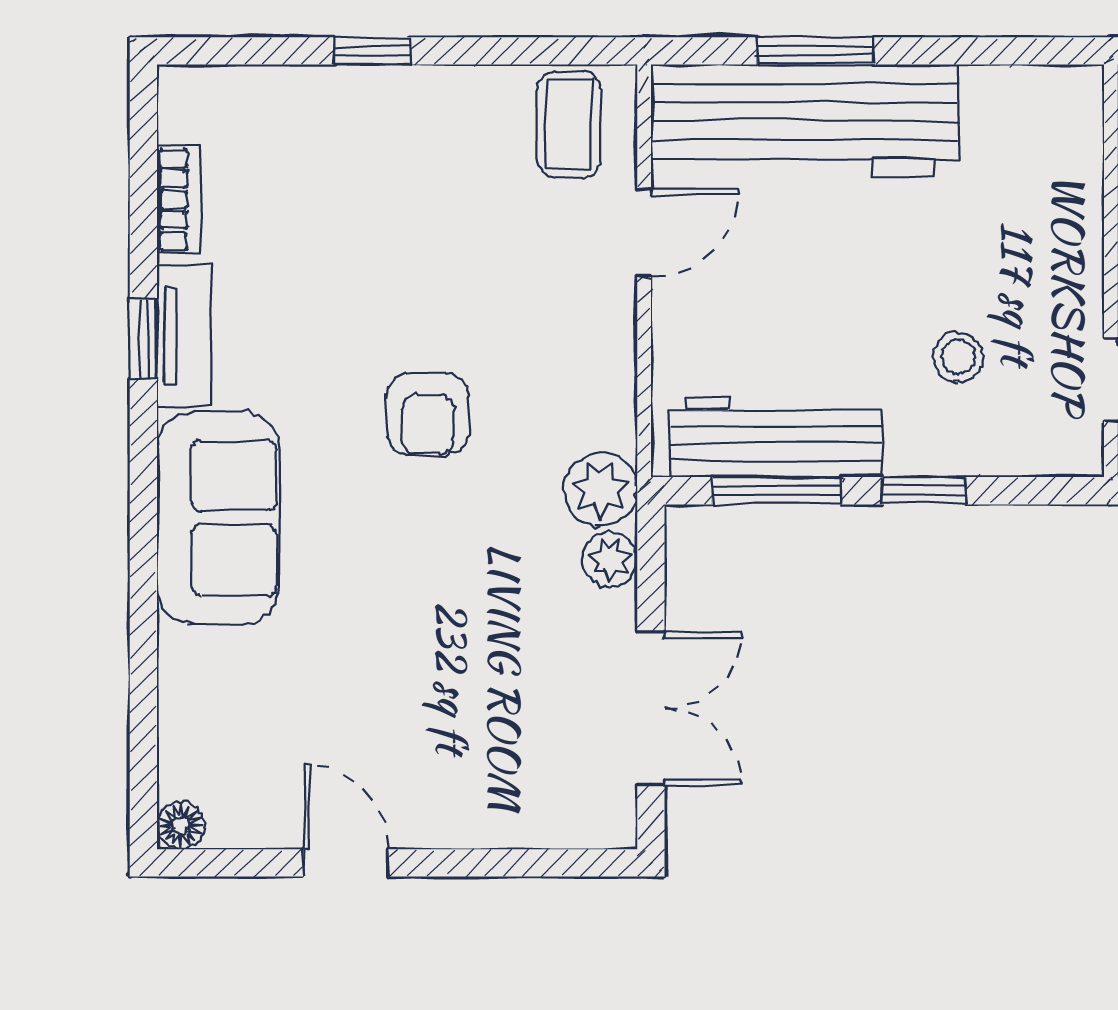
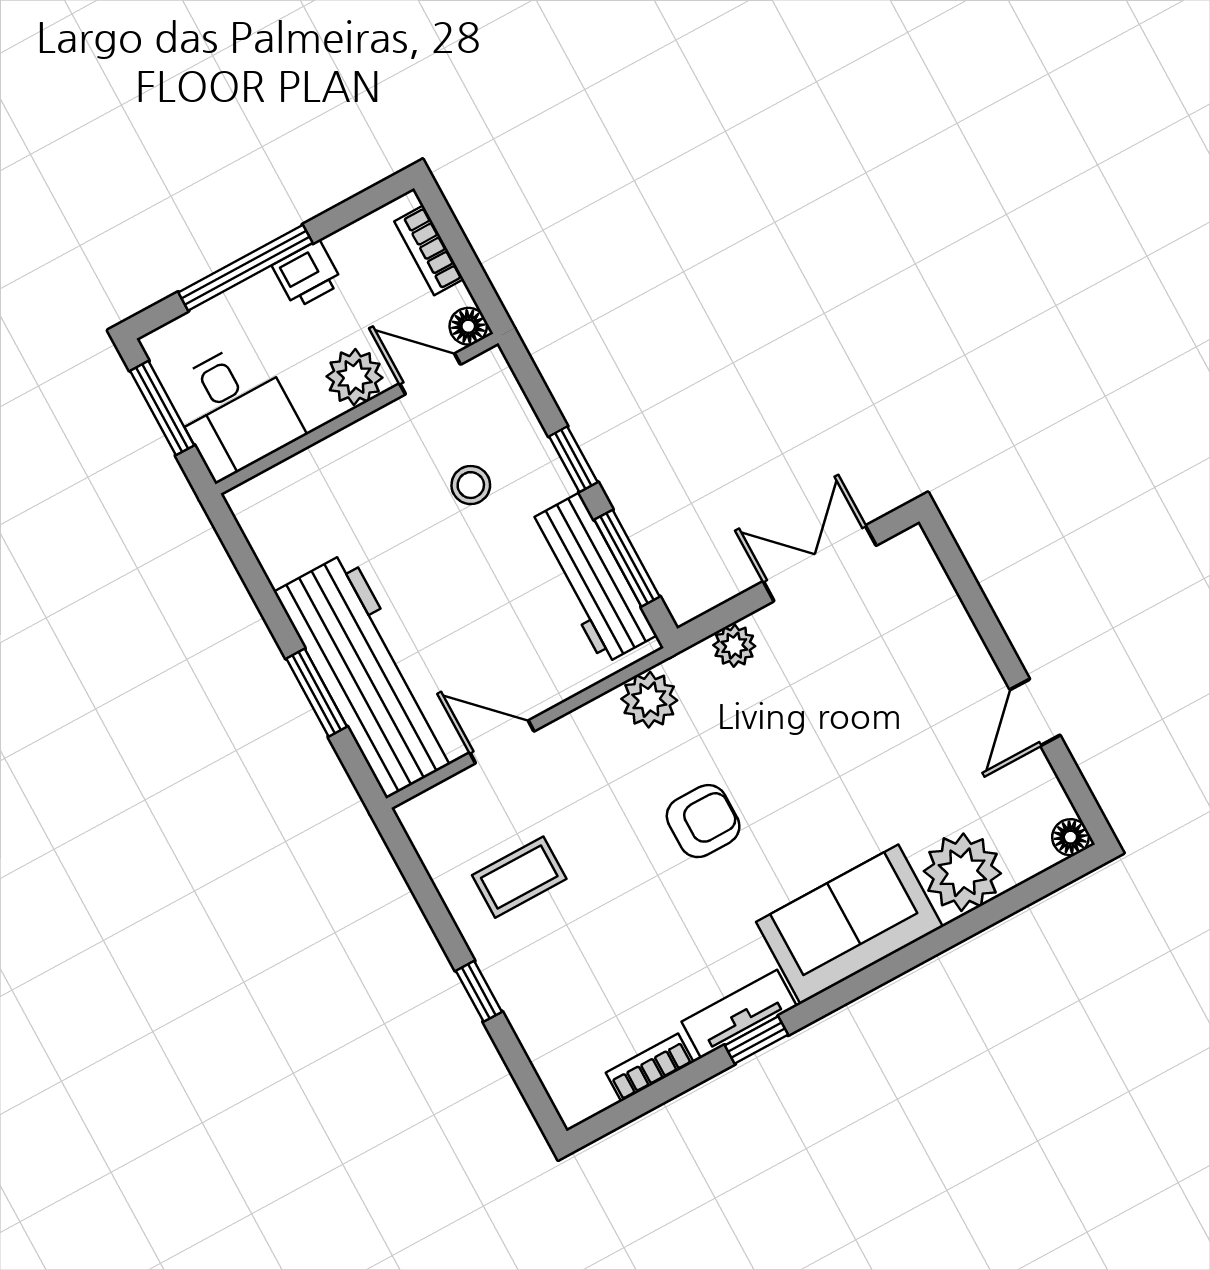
coffee table: (569, 125) -> (519, 877), moved
plant: (601, 490) -> (649, 700), moved
plant: (208, 680) -> (962, 872), added

